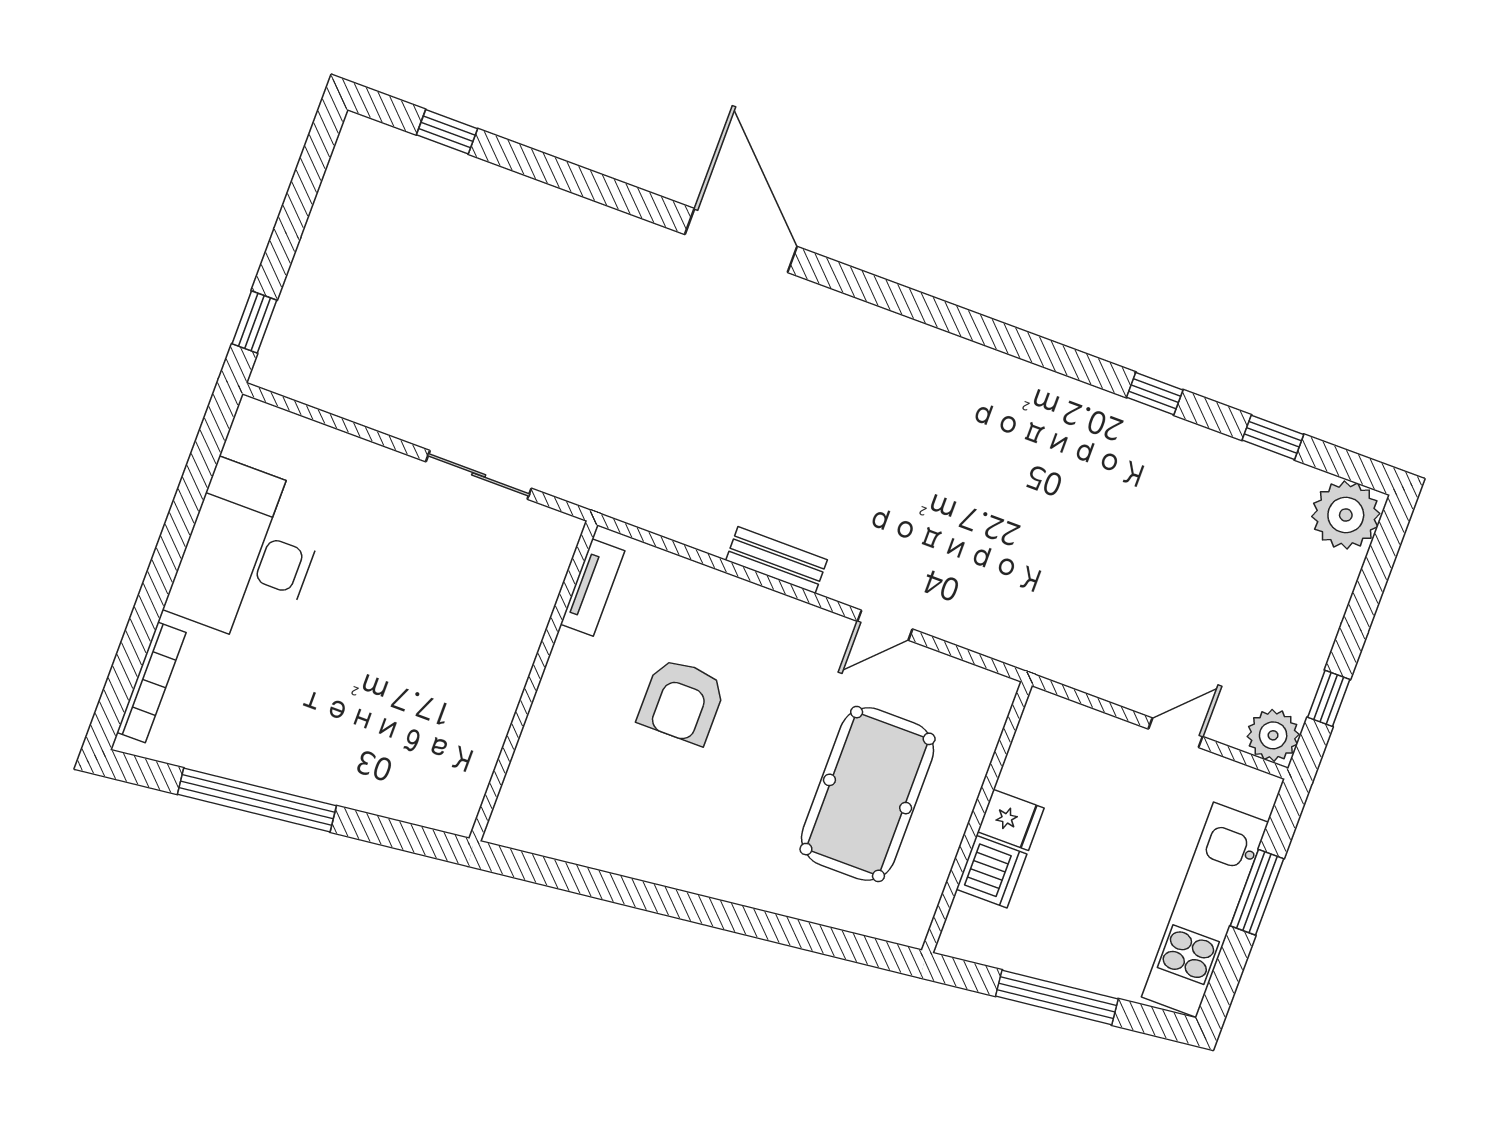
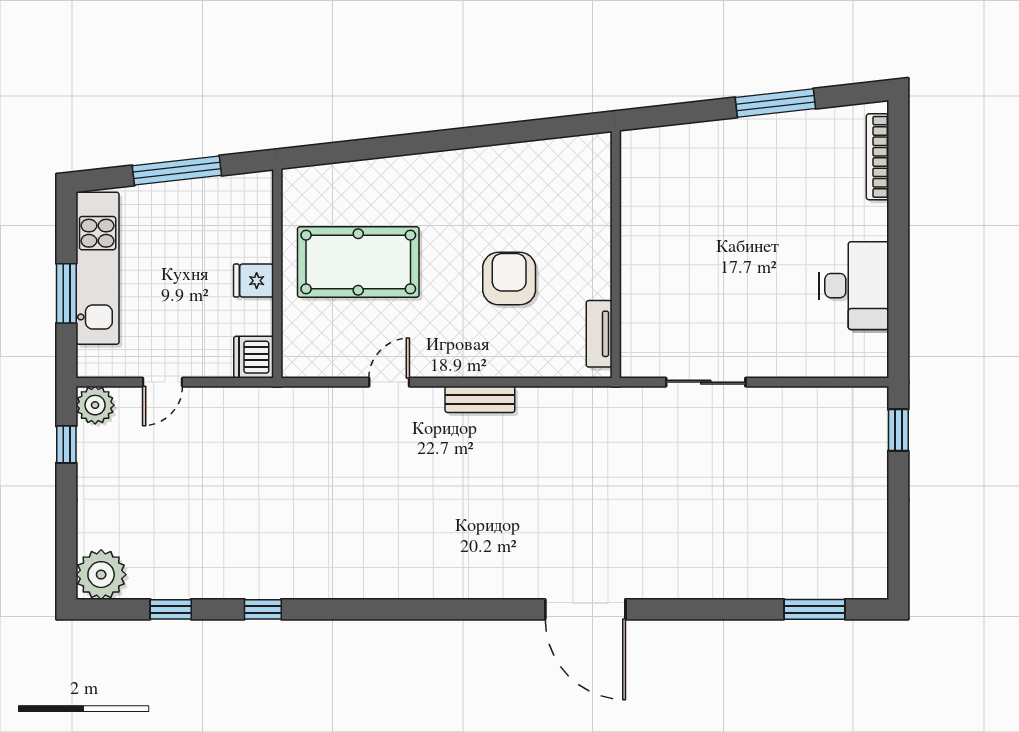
window: (447, 132) -> (815, 609), width x1.50
desk: (248, 554) -> (854, 286), width x0.73, depth x0.77
pool table: (868, 794) -> (358, 262), turned 90
window: (257, 800) -> (775, 103), width x0.68
dishwasher: (991, 872) -> (254, 357), moved

